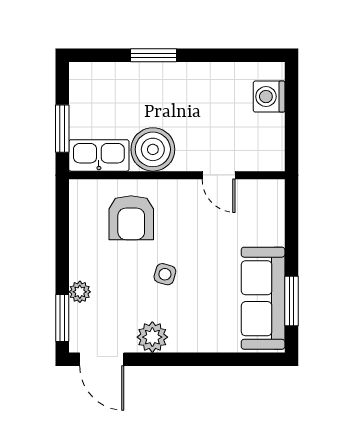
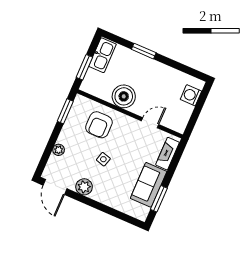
kitchen sink: (99, 155) -> (102, 55), moved, turned 90
door: (219, 175) -> (150, 123), swing flipped
fireplace: (272, 216) -> (167, 154), added
sofa: (263, 298) -> (149, 185), width x0.73
window: (62, 318) -> (65, 111), moved

